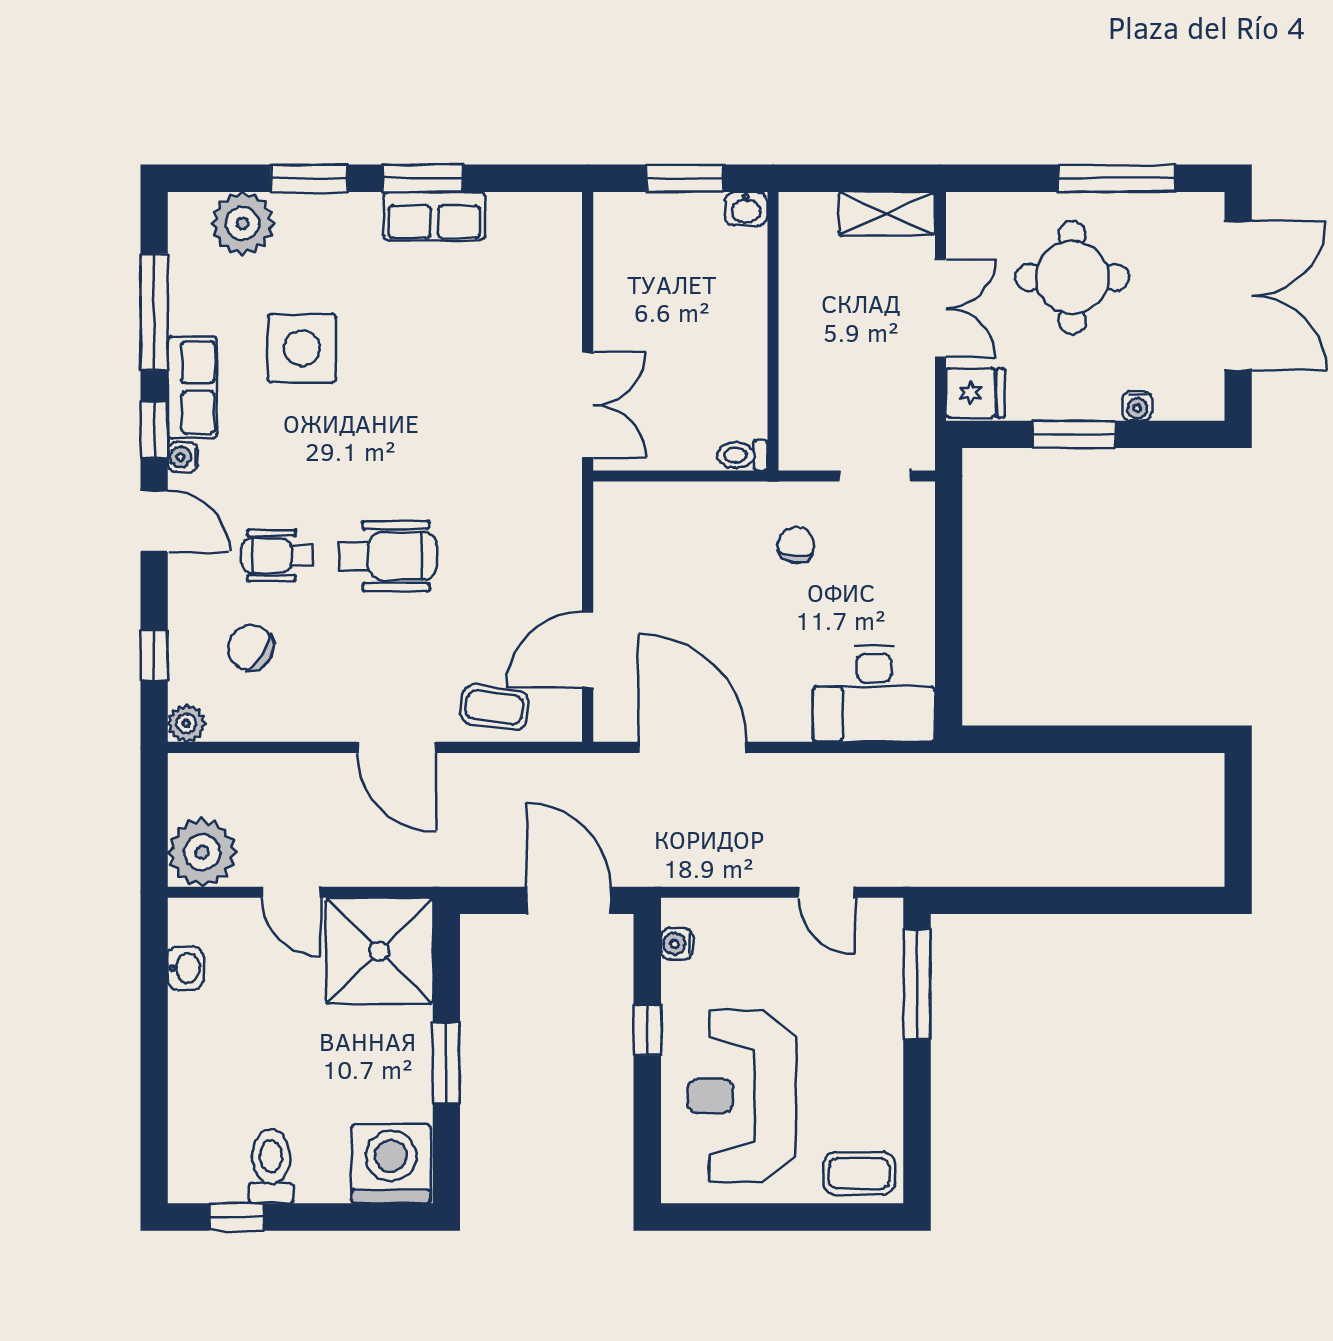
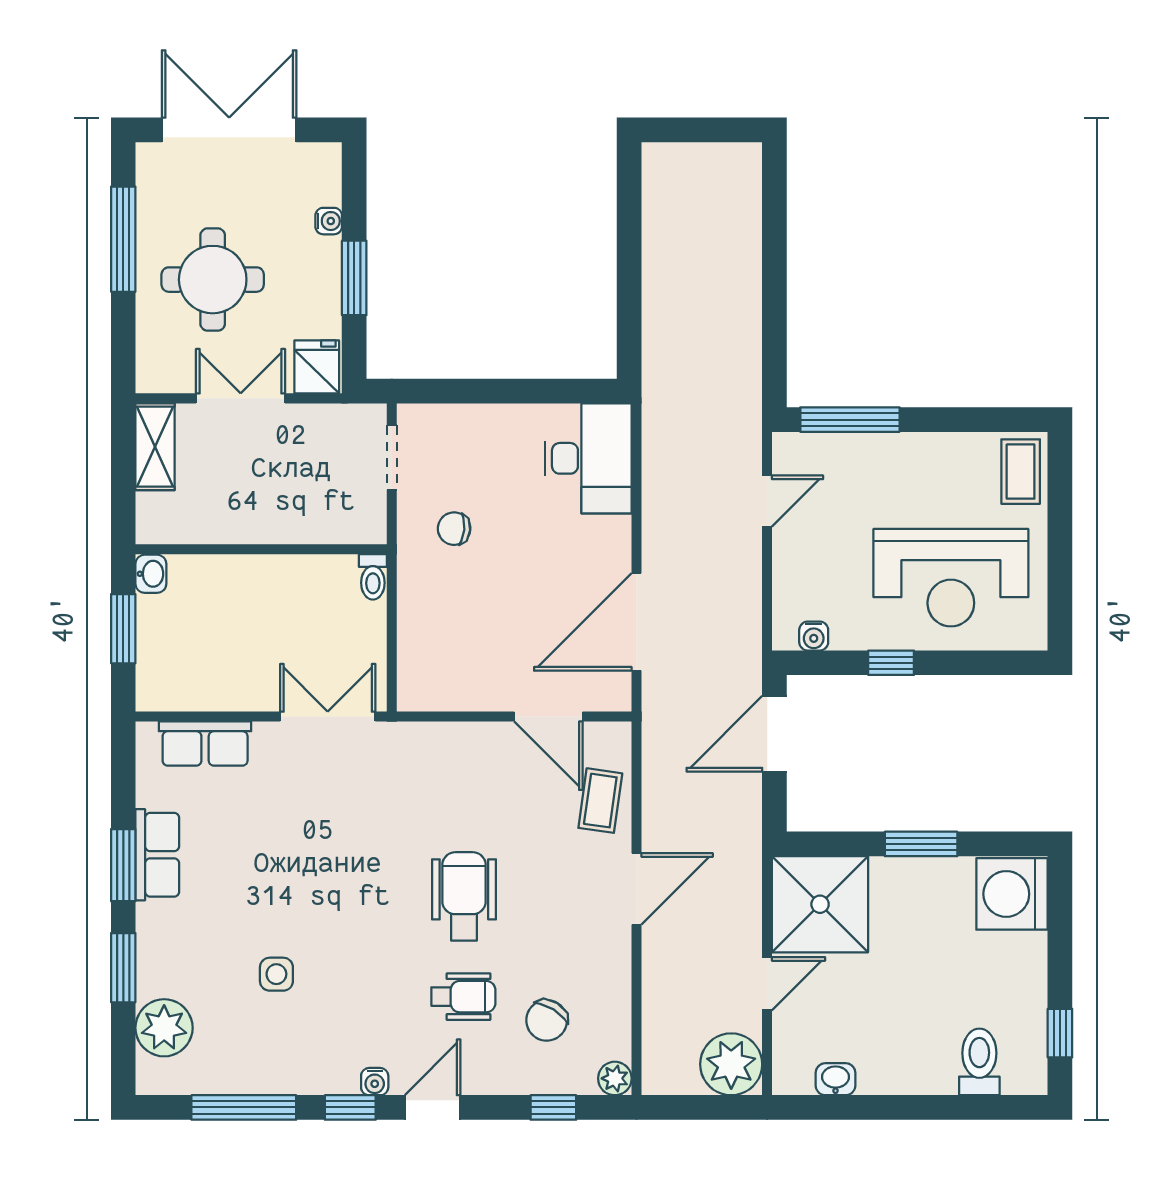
side table: (302, 348) -> (276, 974), width x0.54, depth x0.54
row of seats: (192, 387) -> (205, 744), moved, turned 180
wheelchair: (277, 555) -> (463, 997), turned -90
toilet: (271, 1166) -> (979, 1062), moved, turned 90

